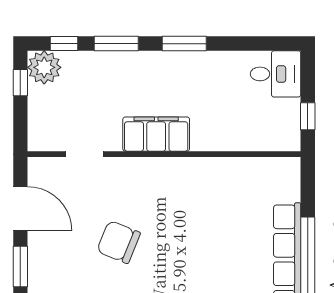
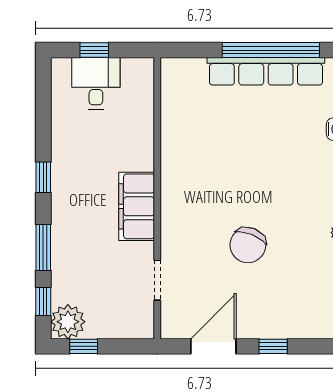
window: (184, 44) -> (43, 177), width x0.67
desk: (276, 74) -> (96, 83), moved
window: (308, 116) -> (94, 50), moved
window: (20, 267) -> (273, 346), width x0.67

